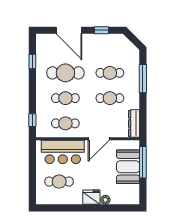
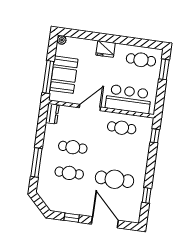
cafe table: (65, 98) -> (118, 153), removed
dresser: (134, 123) -> (52, 114), width x0.70
cafe table: (59, 182) -> (141, 60), moved
window: (32, 185) -> (164, 69), added
plant: (105, 200) -> (62, 40), moved

